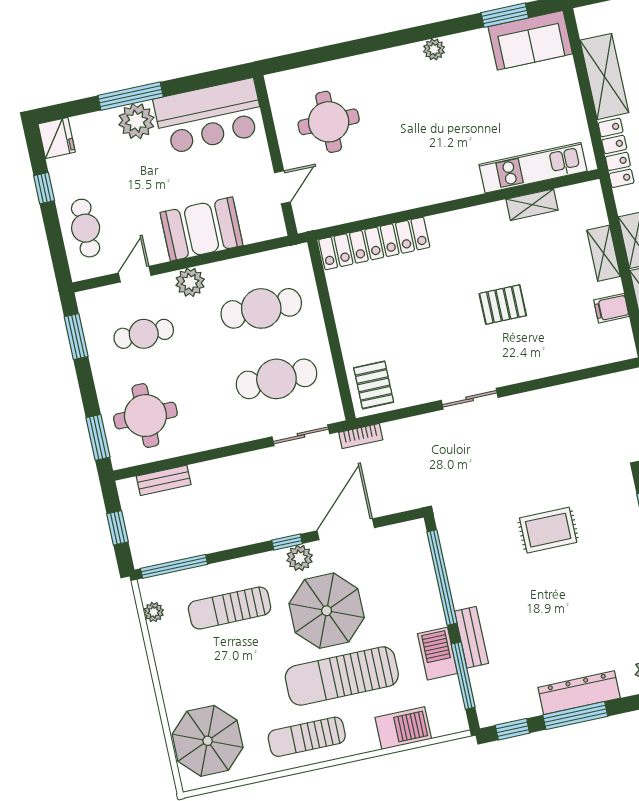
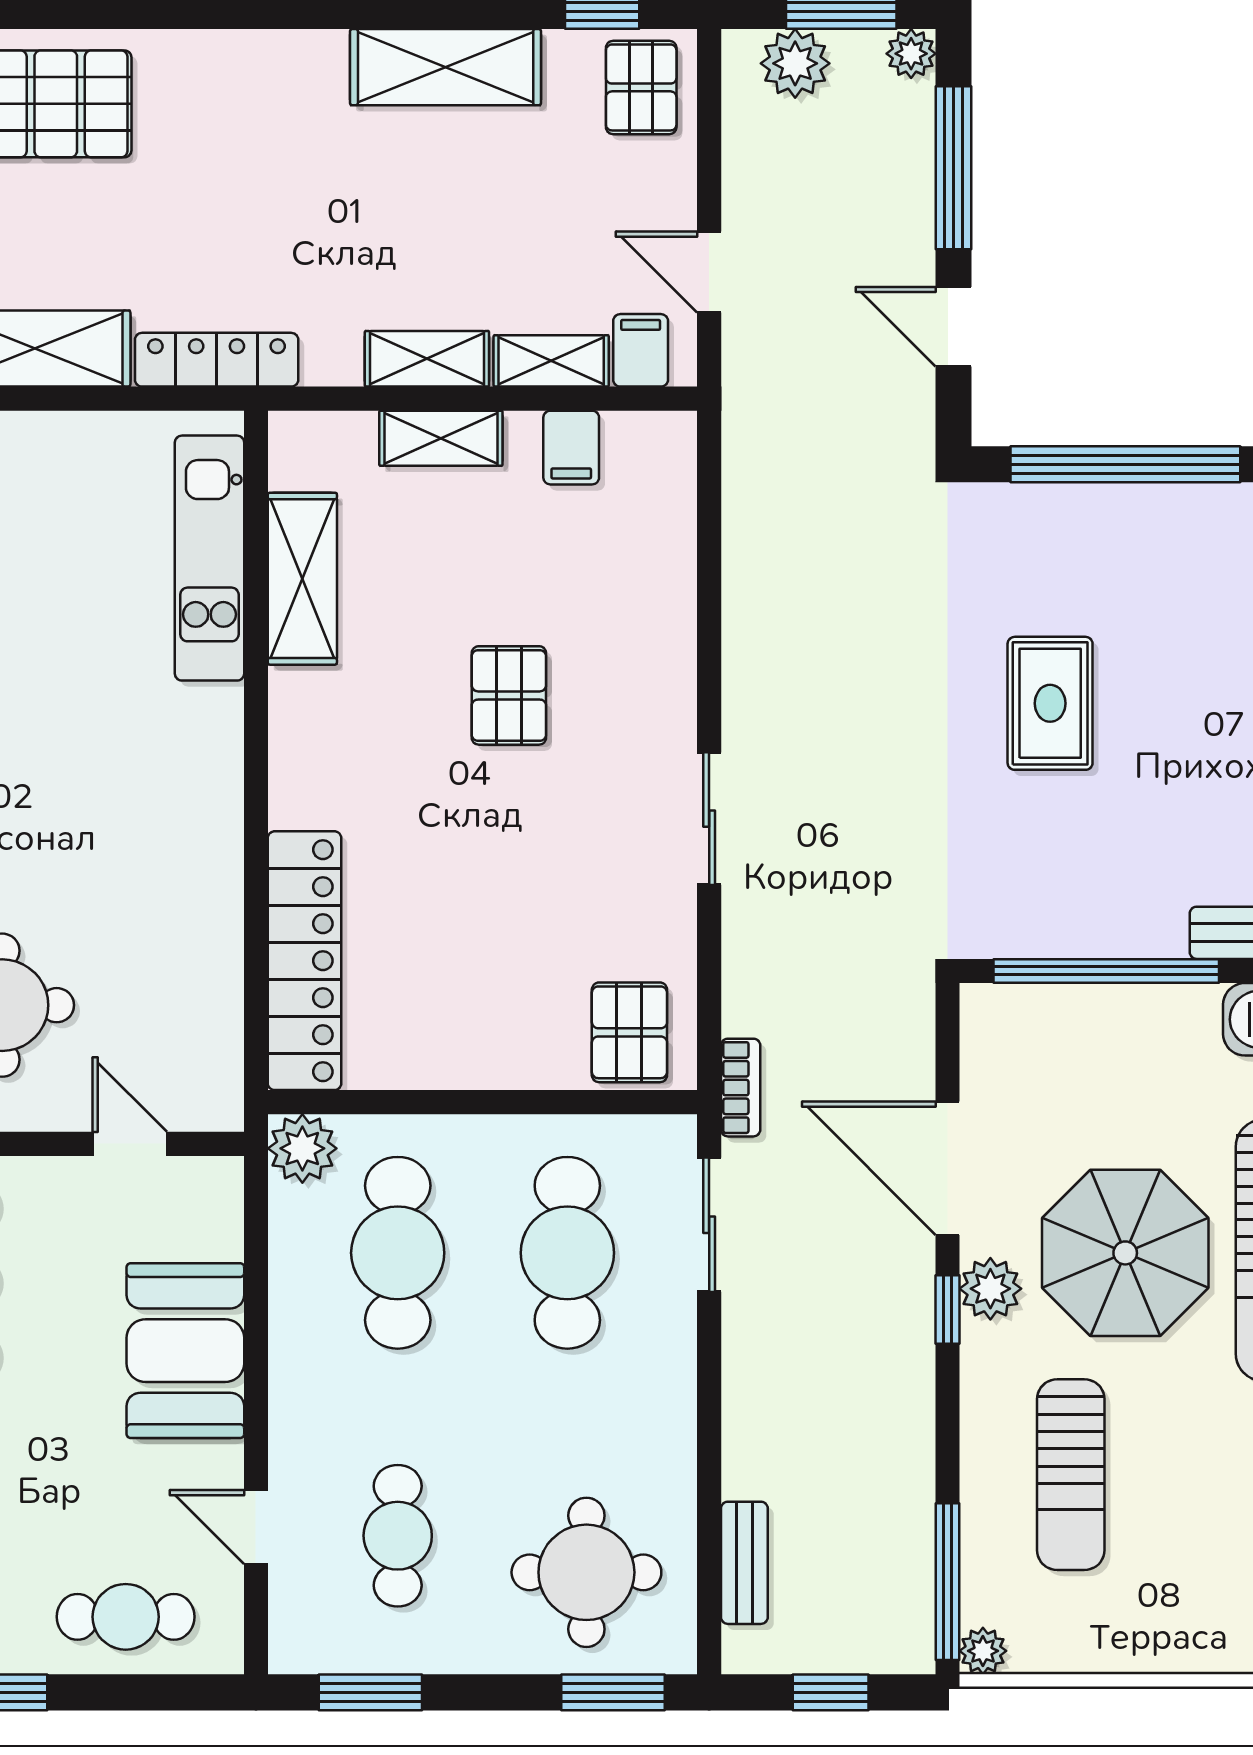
shelving: (532, 205) -> (302, 579), width x1.50, depth x1.33
plant: (190, 282) -> (302, 1148), moved
pallet: (374, 385) -> (629, 1032), turned 90
plant: (154, 612) -> (983, 1651), moved

